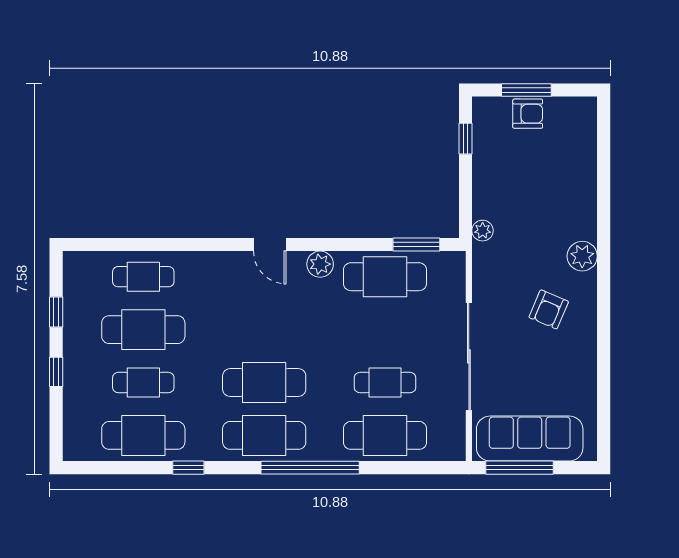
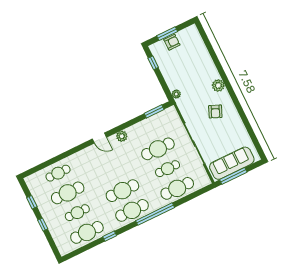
cafe table: (385, 277) -> (158, 149), moved

